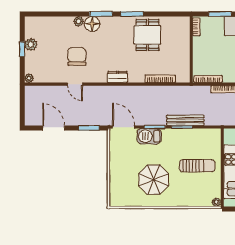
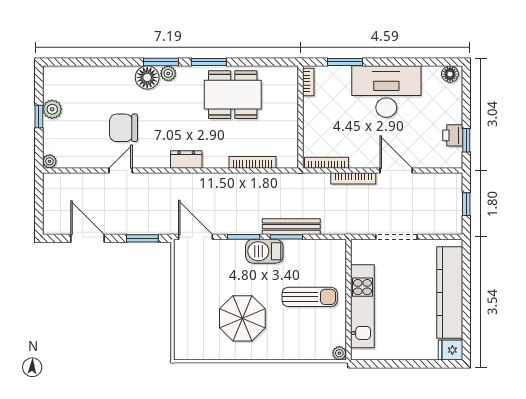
plant: (79, 21) -> (168, 73), moved
dining table: (147, 35) -> (233, 95), width x1.38
chair: (77, 56) -> (124, 128), turned -90
door: (75, 84) -> (121, 170), swing flipped
barbecue: (149, 136) -> (264, 251), moved

